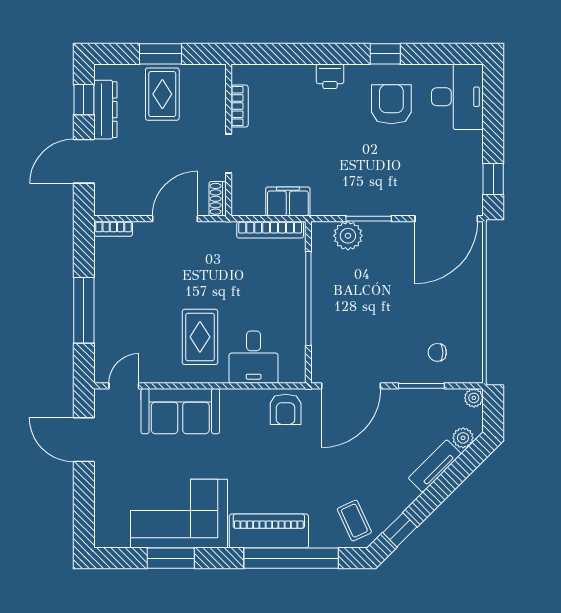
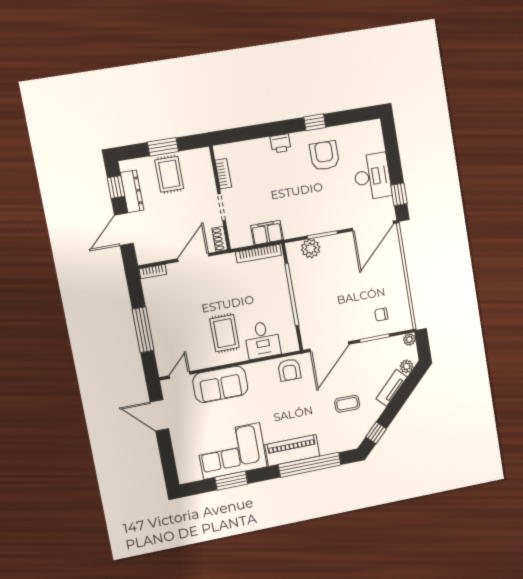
desk: (457, 97) -> (372, 176), moved
coffee table: (354, 521) -> (347, 404), moved, turned -65

